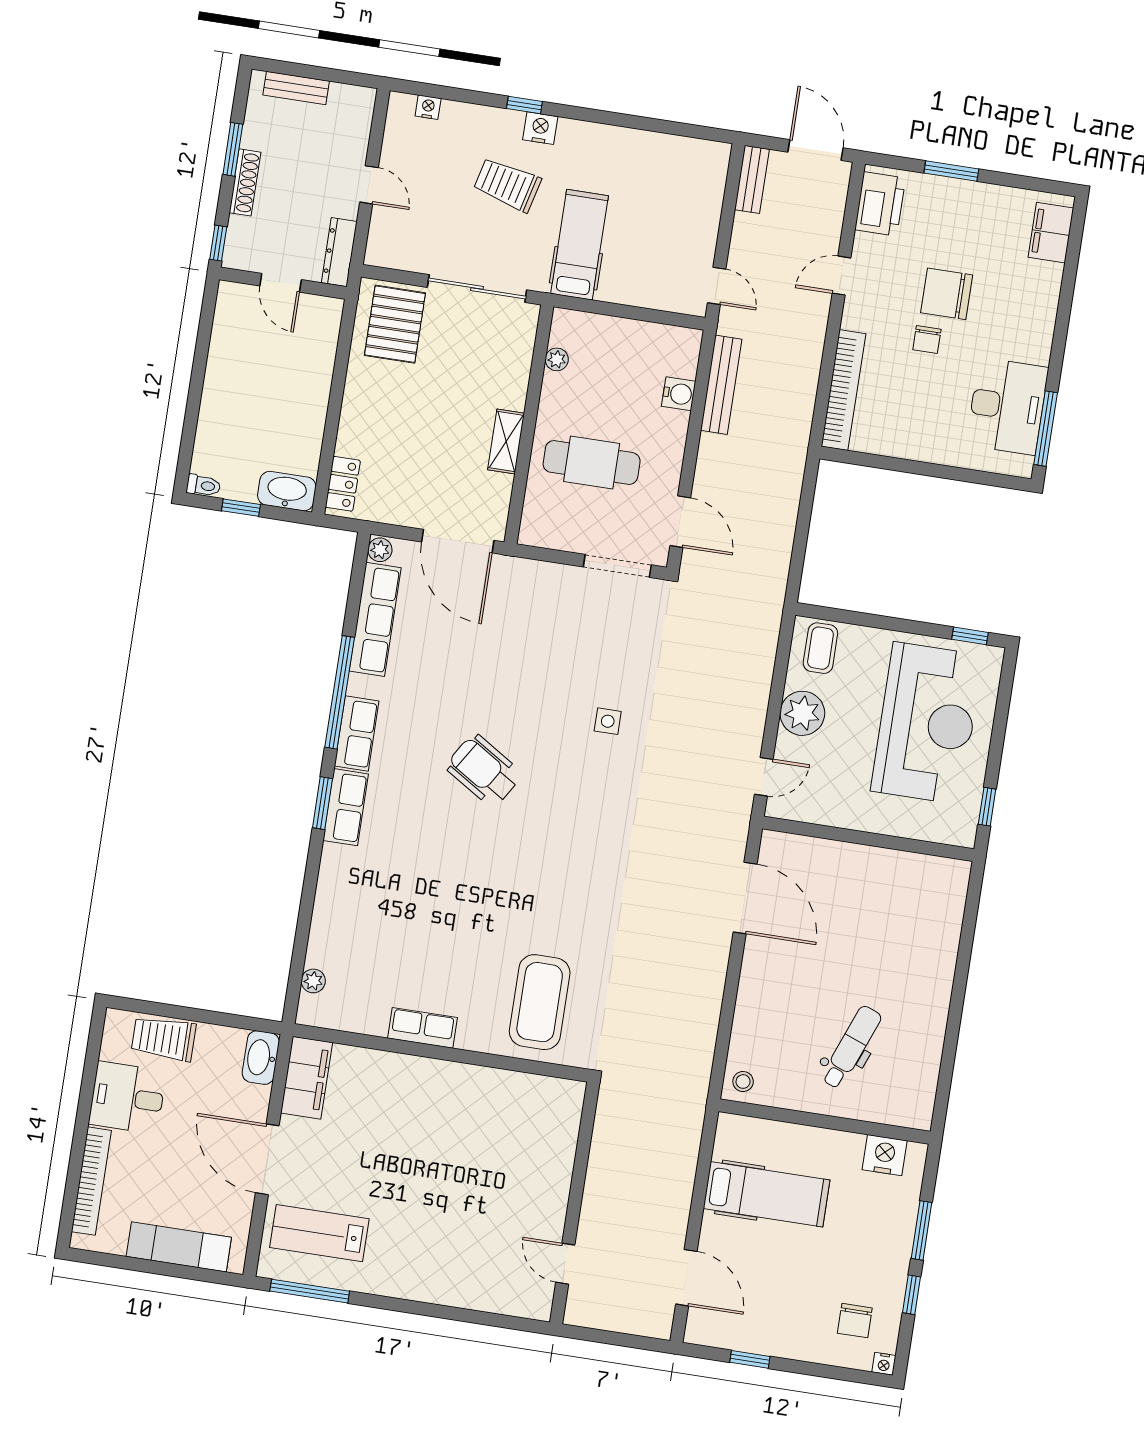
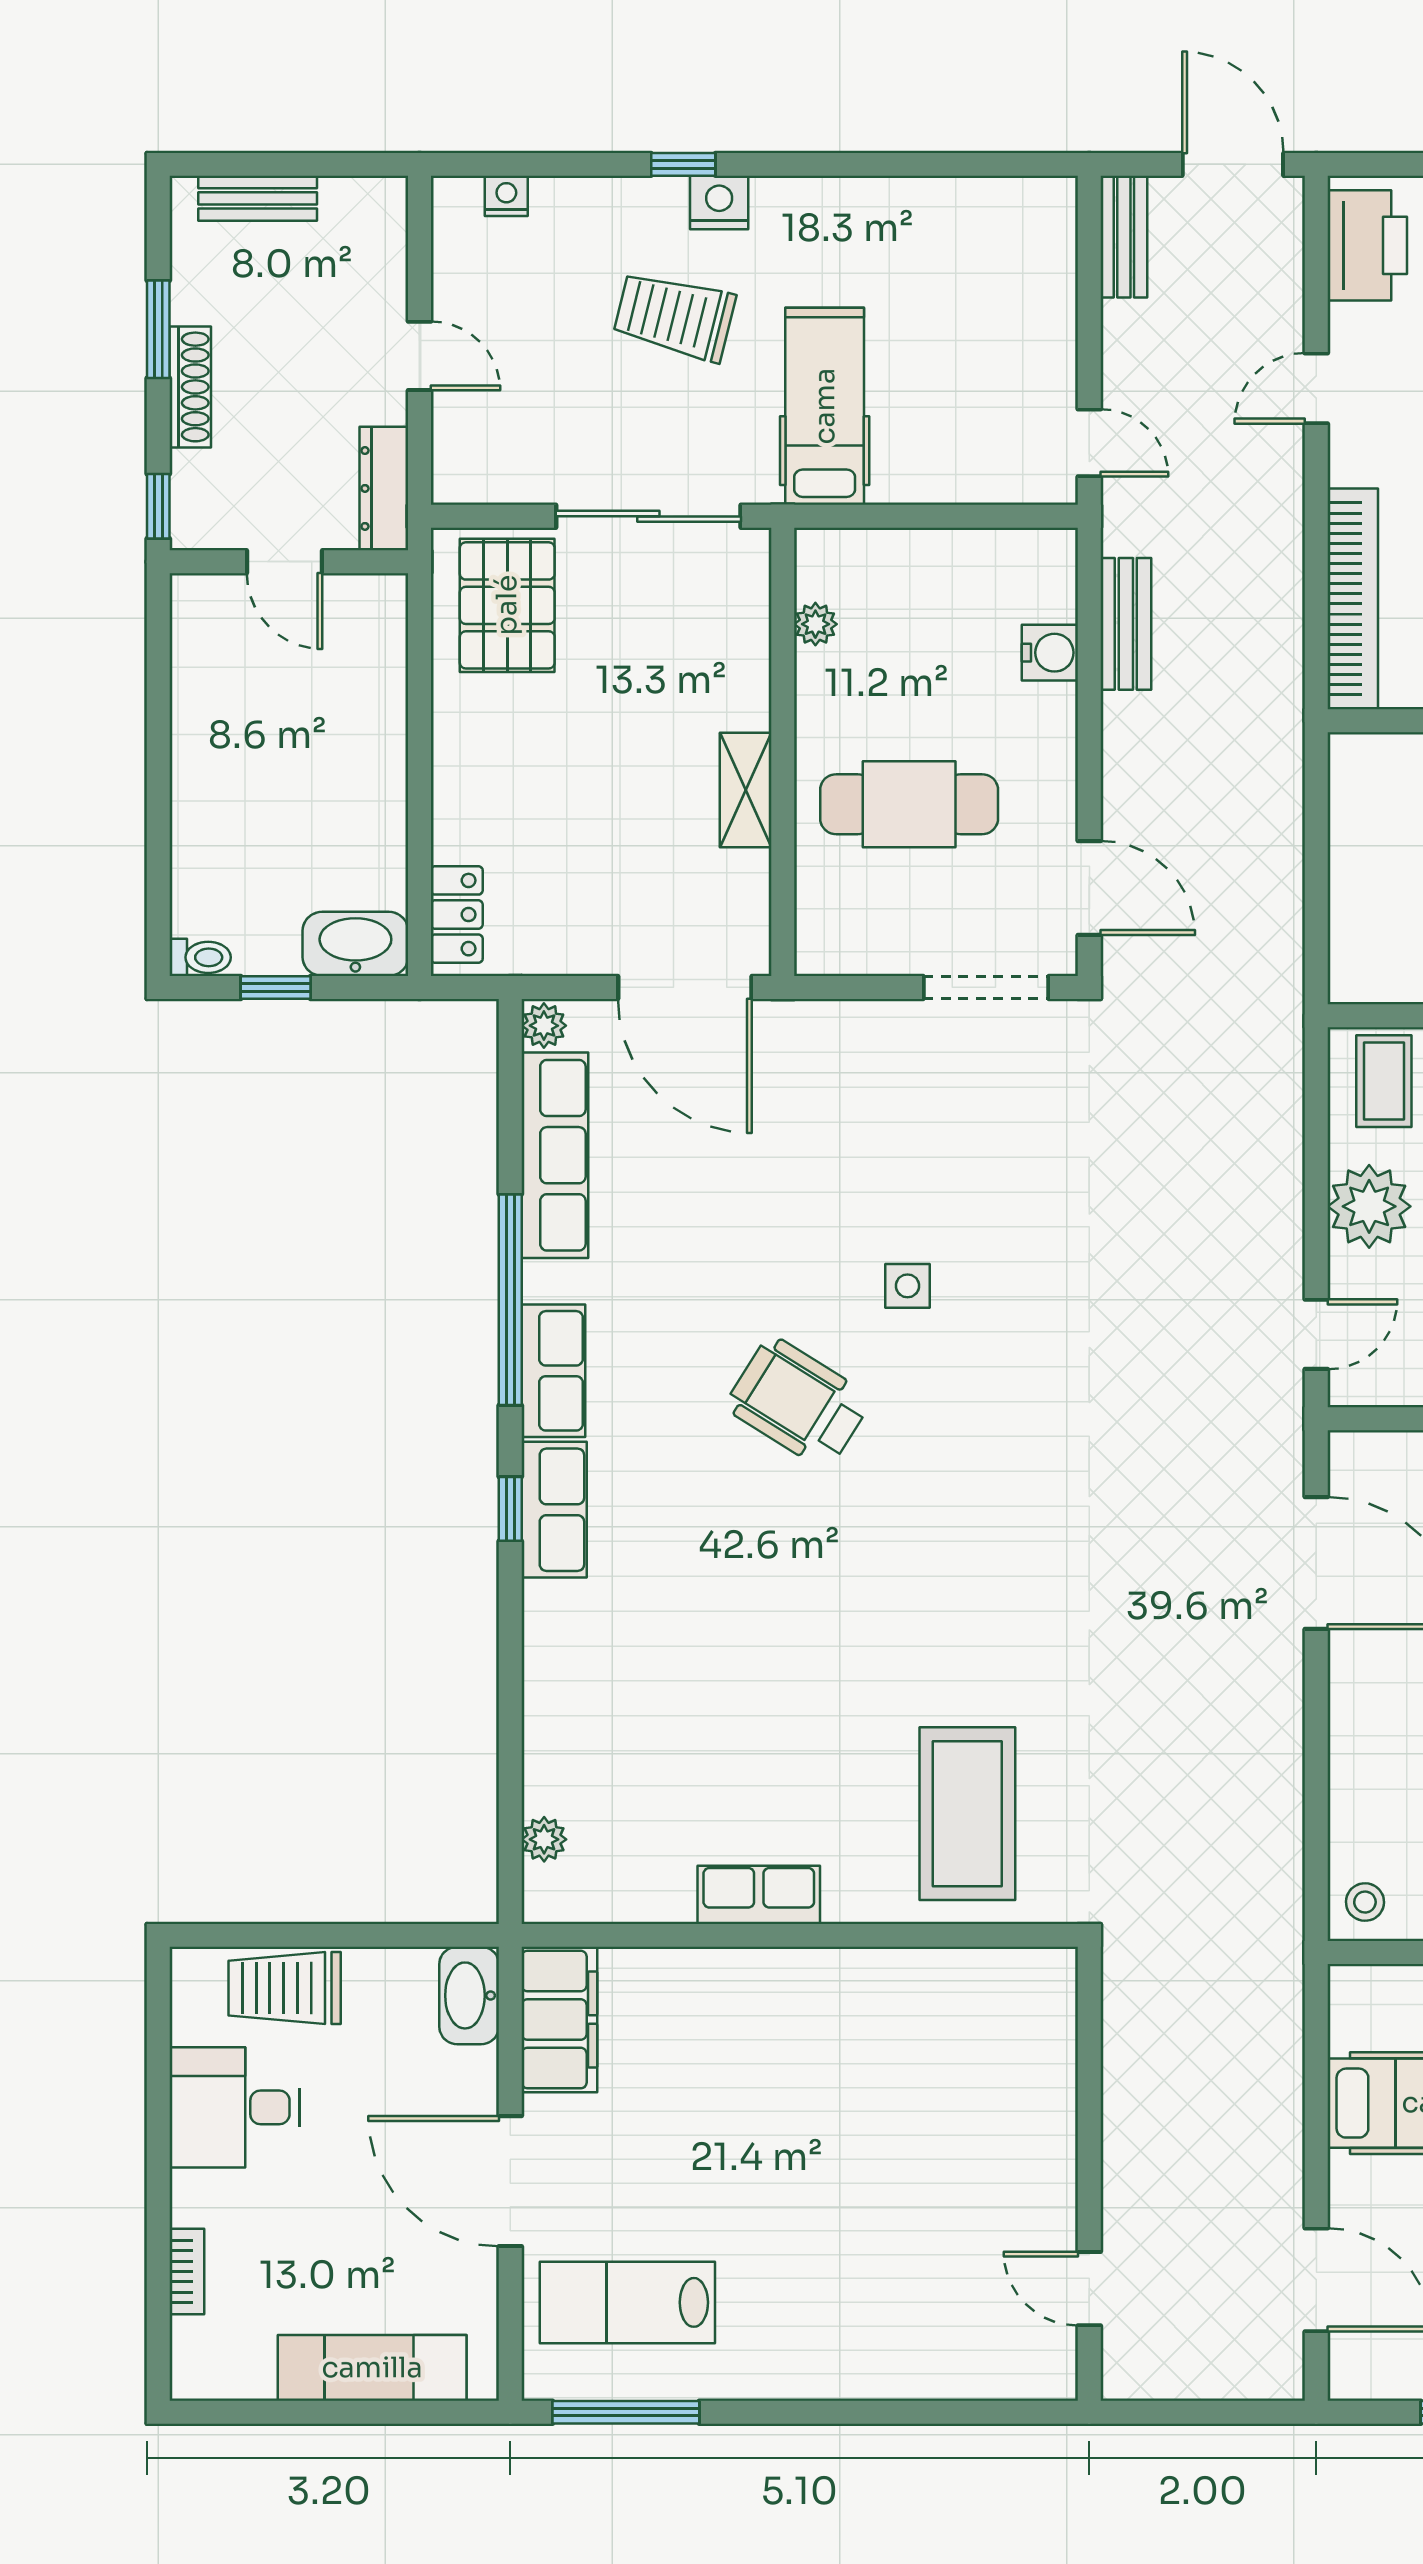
bench: (721, 385) -> (1126, 624), width x0.73
side table: (608, 721) -> (907, 1286), moved
window: (322, 803) -> (510, 1509), width x0.67
bookcase: (91, 1181) -> (187, 2271), width x0.43, depth x0.76

